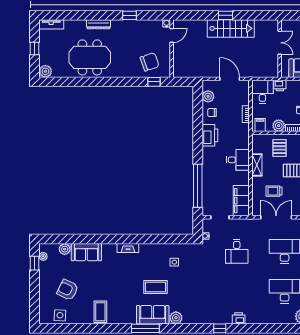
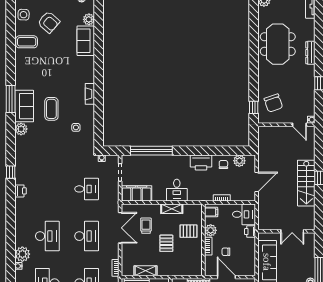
fireplace: (128, 248) -> (90, 94), moved
desk: (237, 251) -> (87, 189), turned 180
armchair: (68, 290) -> (49, 22), turned 105
coffee table: (100, 312) -> (27, 42), moved

